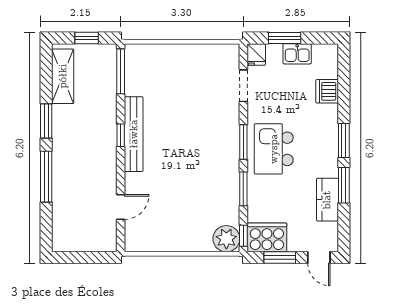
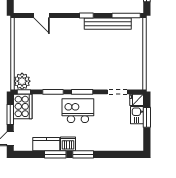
kitchen sink: (297, 54) -> (137, 115), moved
dishwasher: (327, 91) -> (68, 144), moved
bench: (134, 134) -> (108, 24), moved

